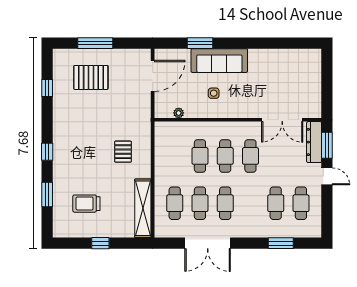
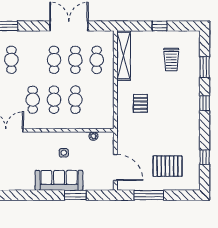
window: (95, 43) -> (149, 195), moved
door: (153, 76) -> (115, 167), swing flipped
trolley: (86, 204) -> (171, 60), turned 90

